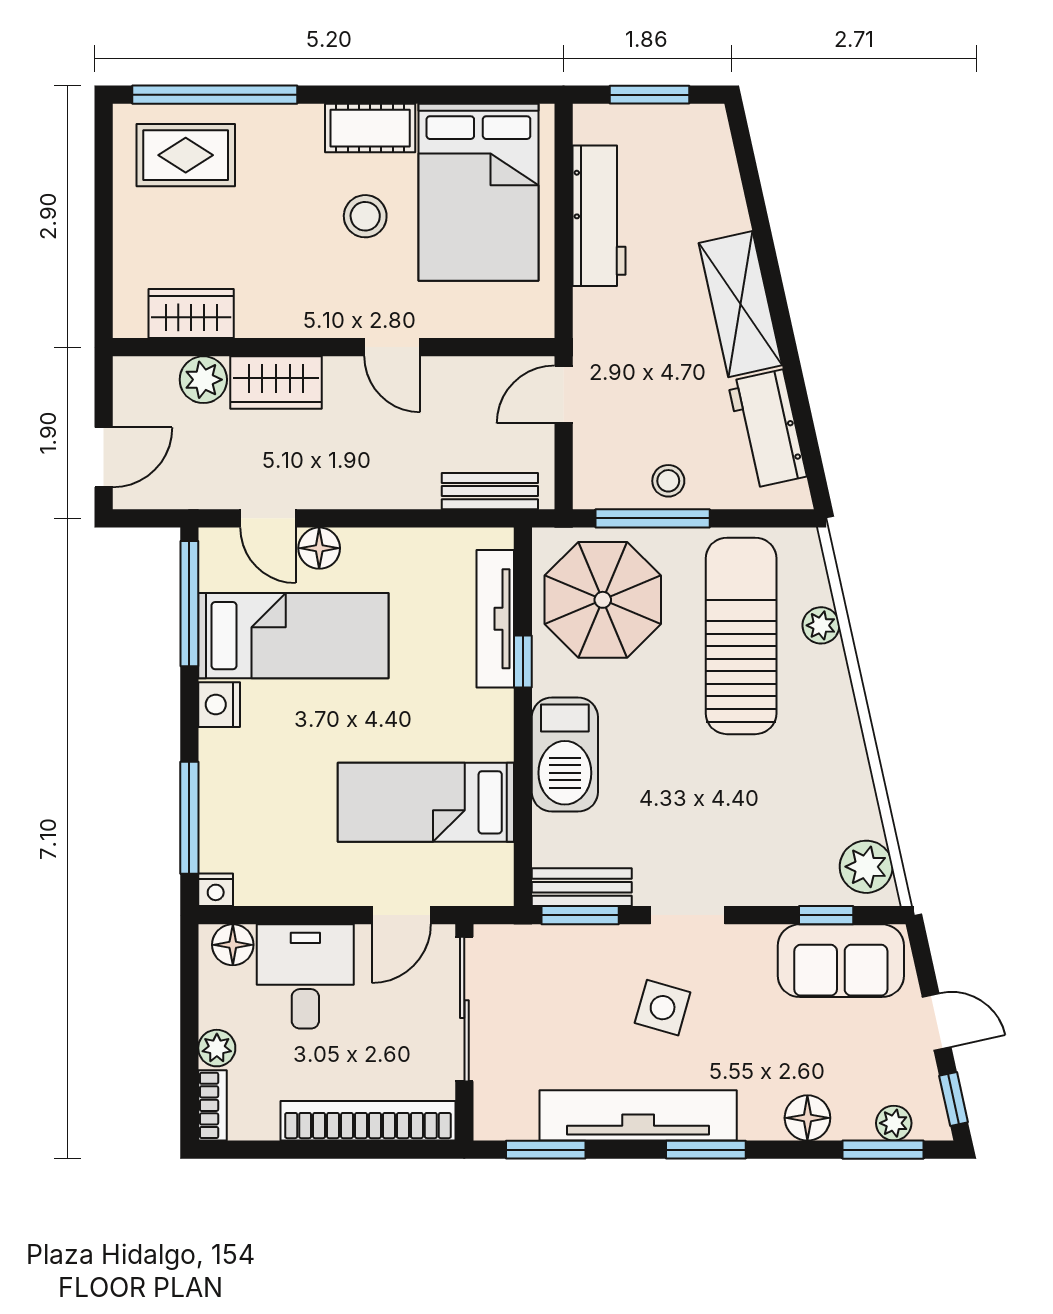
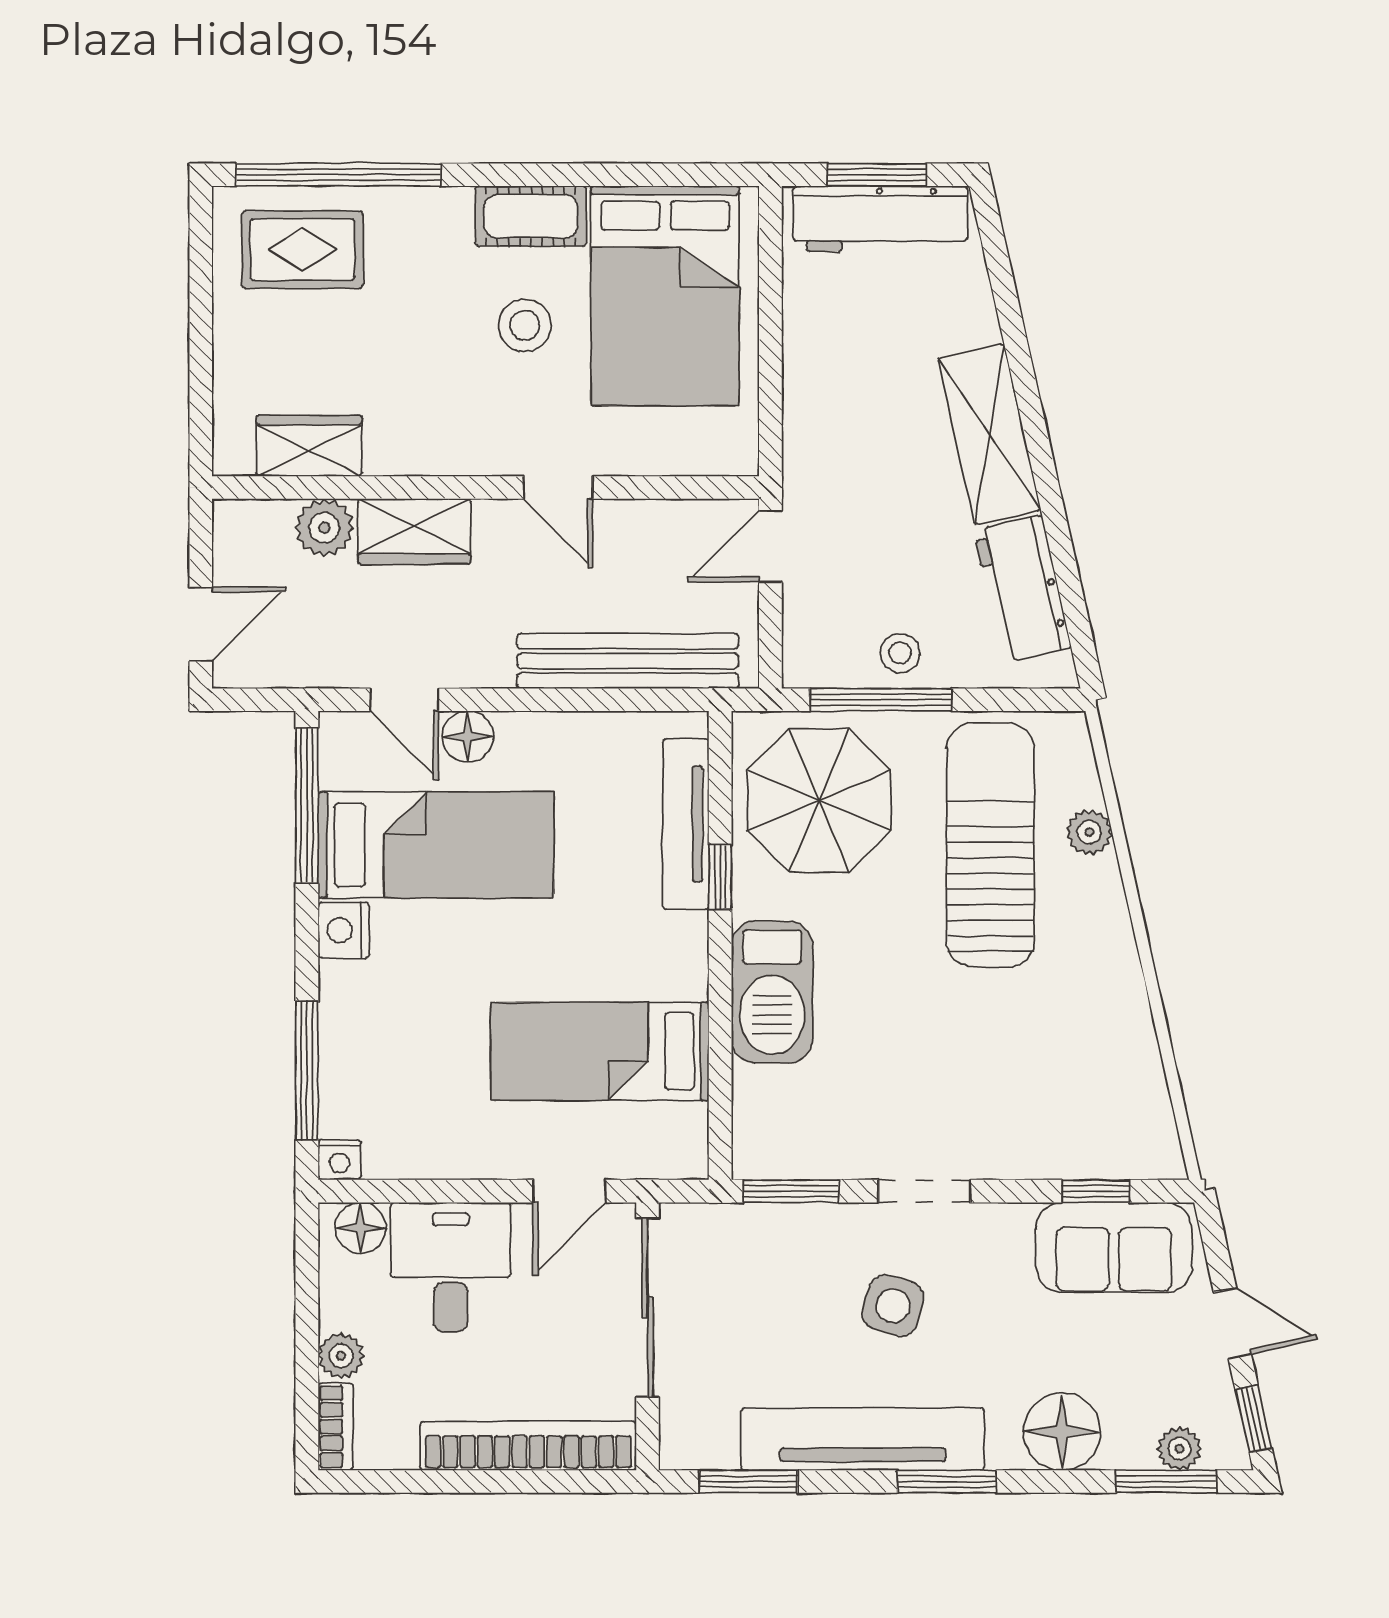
workbench: (599, 216) -> (880, 219), moved, turned 90
bench: (490, 491) -> (628, 661), width x1.86, depth x1.21
plant: (866, 867) -> (1145, 1131), removed
bench: (582, 887) -> (793, 1156), removed
floor lamp: (807, 1118) -> (1062, 1432), width x1.38, depth x1.38

